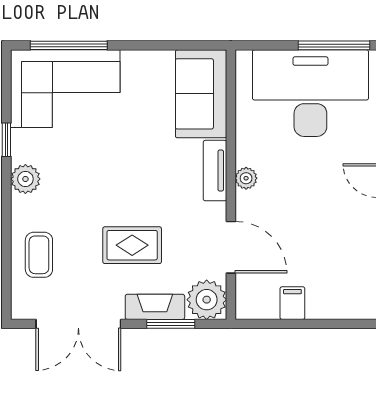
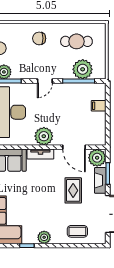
plant: (246, 178) -> (44, 136), width x1.87, depth x1.87
door: (231, 247) -> (74, 147), swing flipped
filing cabinet: (292, 303) -> (99, 106), moved

